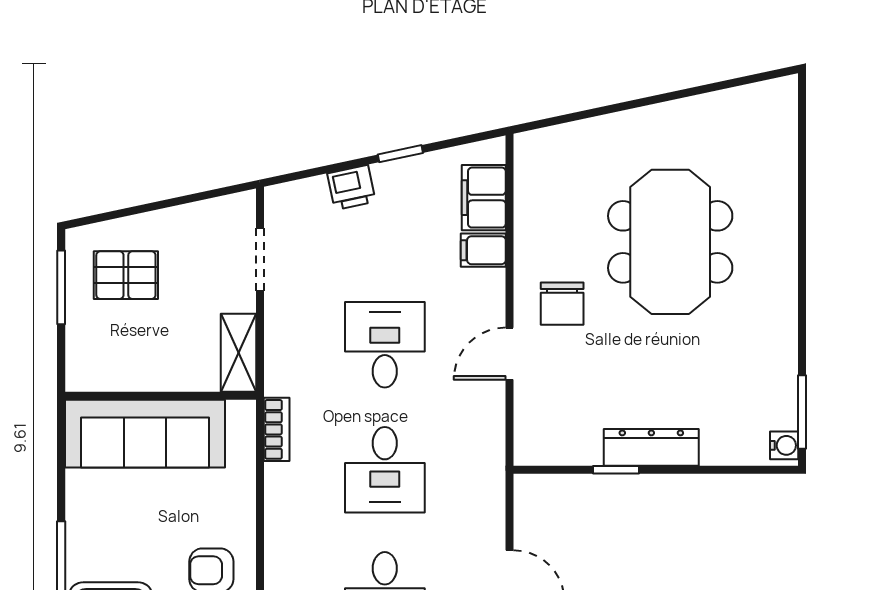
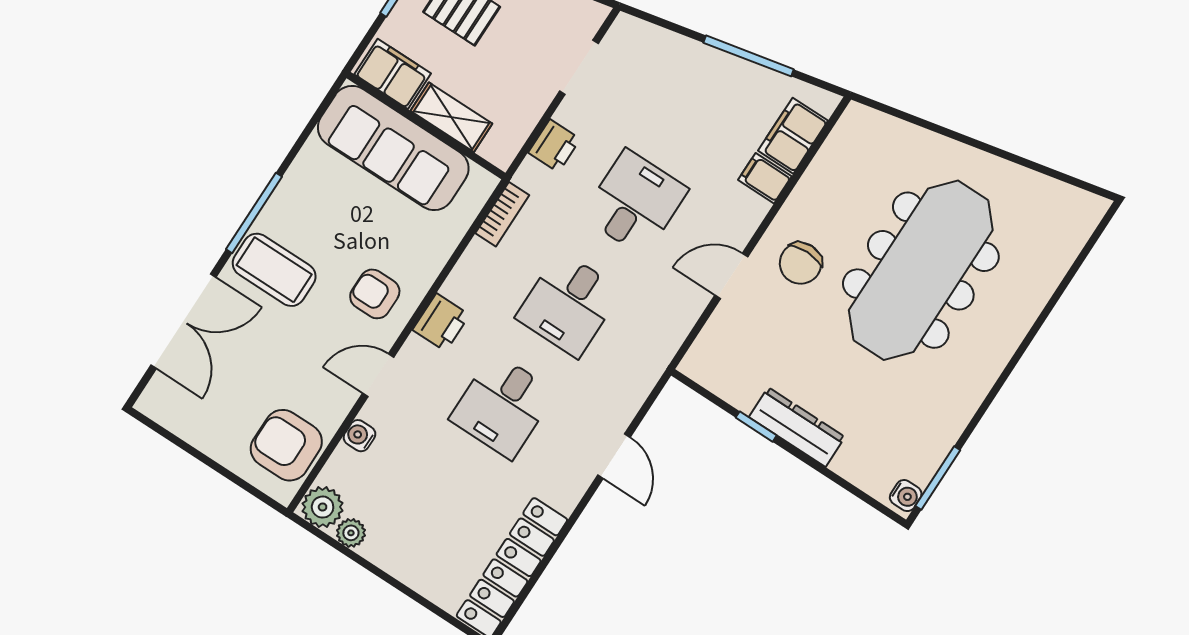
window: (400, 154) -> (749, 56), width x2.17
printer: (351, 188) -> (554, 146), moved, turned -78
meeting table: (670, 242) -> (921, 270), width x1.36
shelving: (239, 353) -> (451, 117), moved, turned 90
filing cabinet: (103, 370) -> (393, 74), added
printer: (285, 557) -> (441, 322), added

